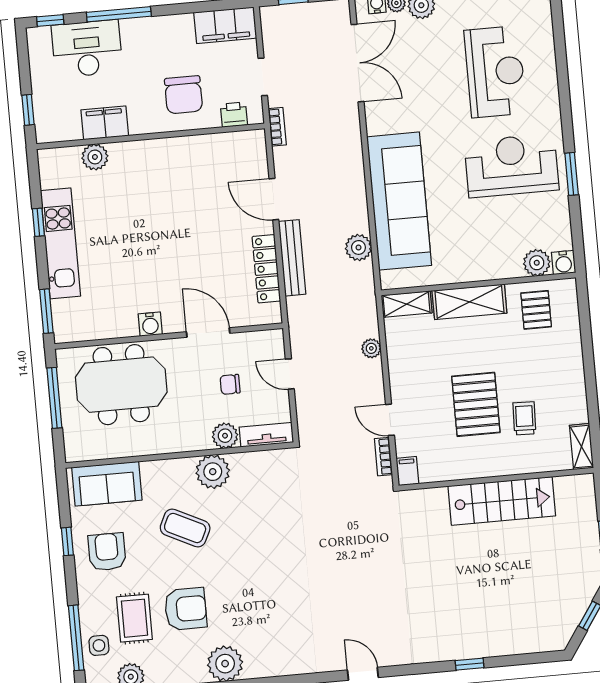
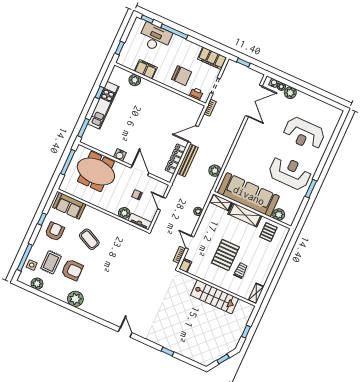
reception desk: (495, 72) -> (304, 134), turned 90
chair: (184, 95) -> (181, 76), turned -90
door: (274, 199) -> (193, 134), hinge flipped
sofa: (399, 201) -> (249, 195), moved, turned -90
water cooler: (564, 263) -> (289, 220), removed
plant: (213, 472) -> (112, 224), removed

